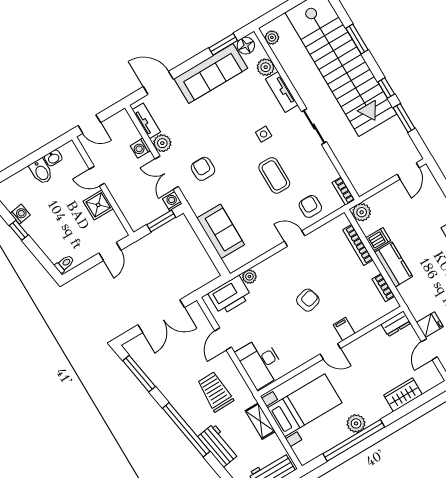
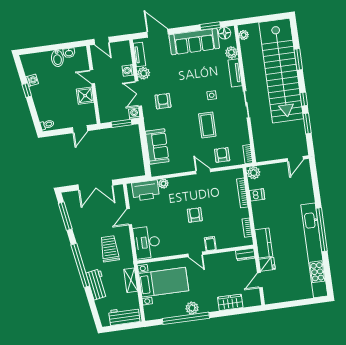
kitchen counter: (393, 264) -> (264, 243), moved
armchair: (308, 300) -> (195, 215), turned -75

